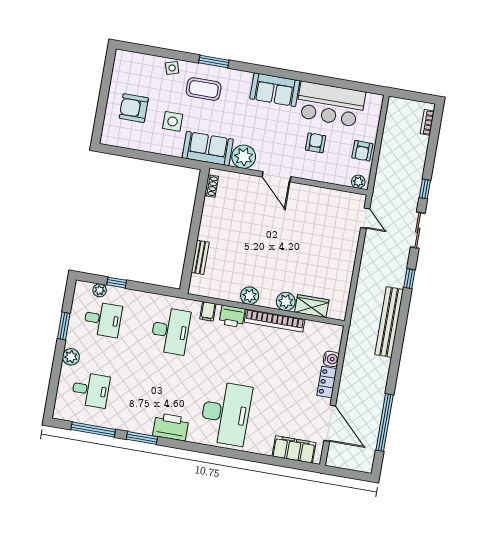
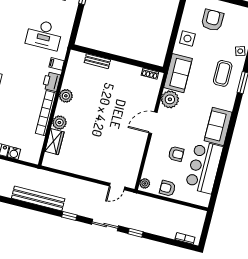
side table: (173, 121) -> (187, 39), moved

